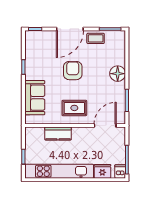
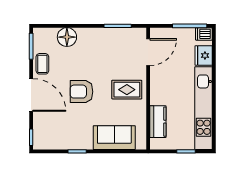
floor lamp: (118, 74) -> (67, 37), moved
rug: (74, 108) -> (127, 90), turned 90
door: (105, 126) -> (148, 52), swing flipped
kitchen counter: (58, 134) -> (158, 122), moved

